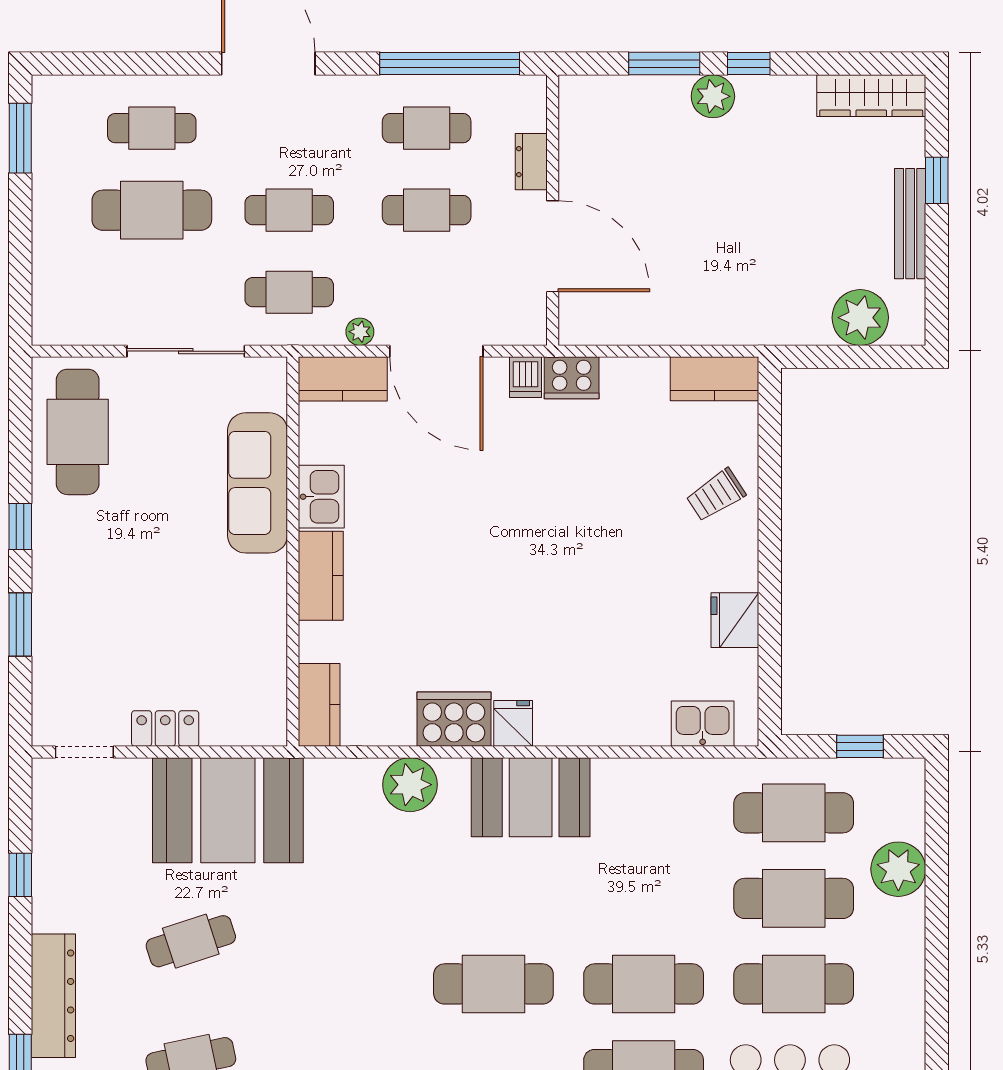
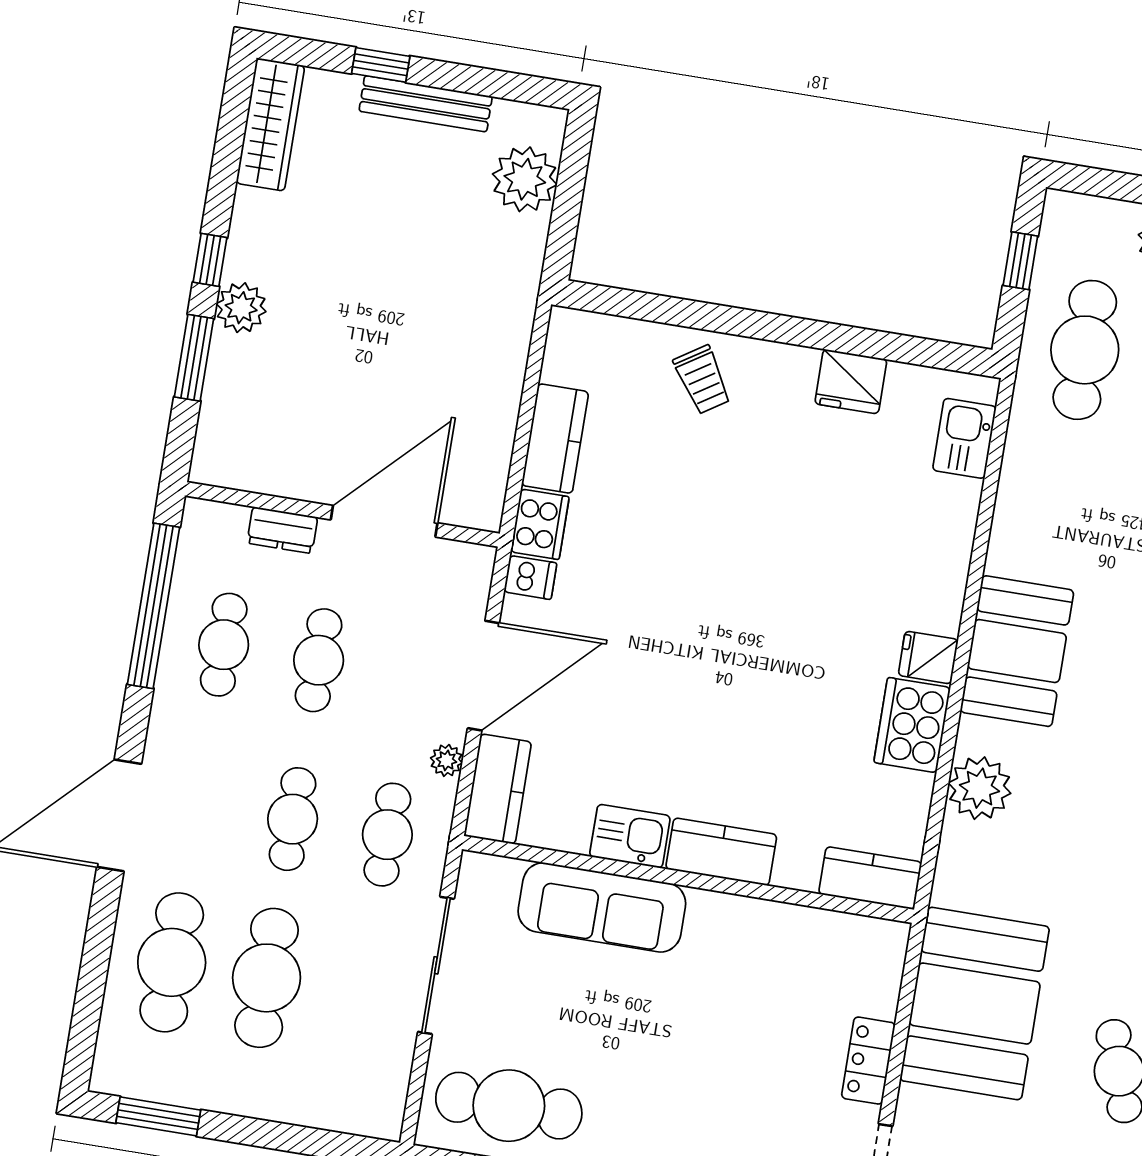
cafe table: (152, 128) -> (172, 962), width x1.37, depth x1.35
kitchen counter: (715, 379) -> (555, 439), moved

